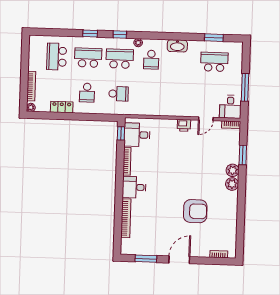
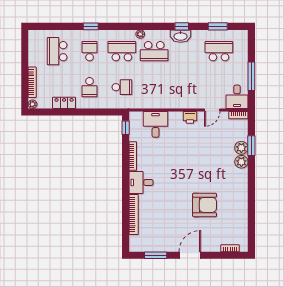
window: (120, 34) -> (182, 26), moved
school desk: (88, 58) -> (90, 51), width x0.54
school desk: (151, 60) -> (154, 51), width x1.85
desk: (137, 135) -> (156, 124), moved, turned 90
plant: (232, 184) -> (241, 148), moved

